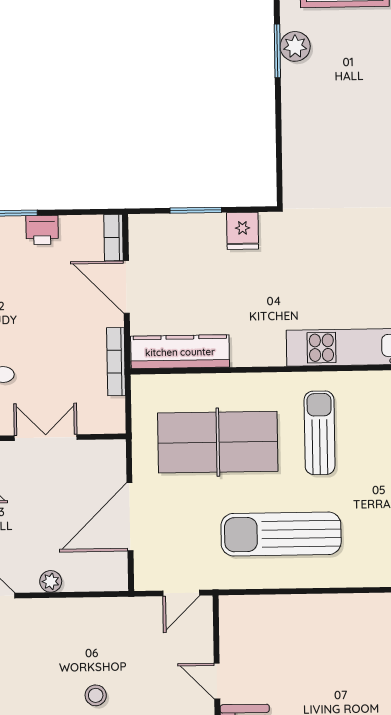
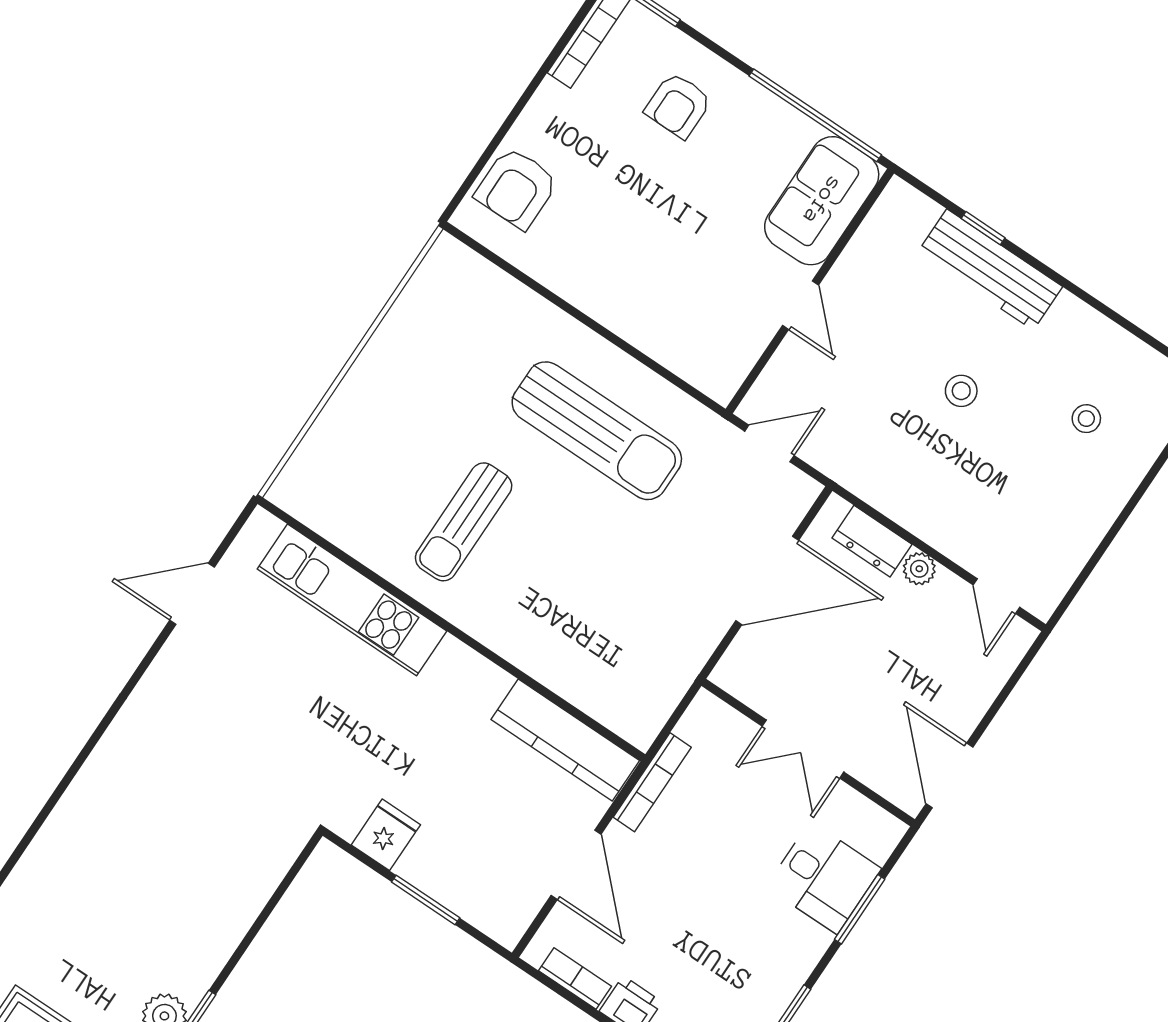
bookcase: (113, 238) -> (575, 978), moved, turned -90
table tennis table: (218, 442) -> (596, 597), removed
dresser: (87, 578) -> (872, 541), added

